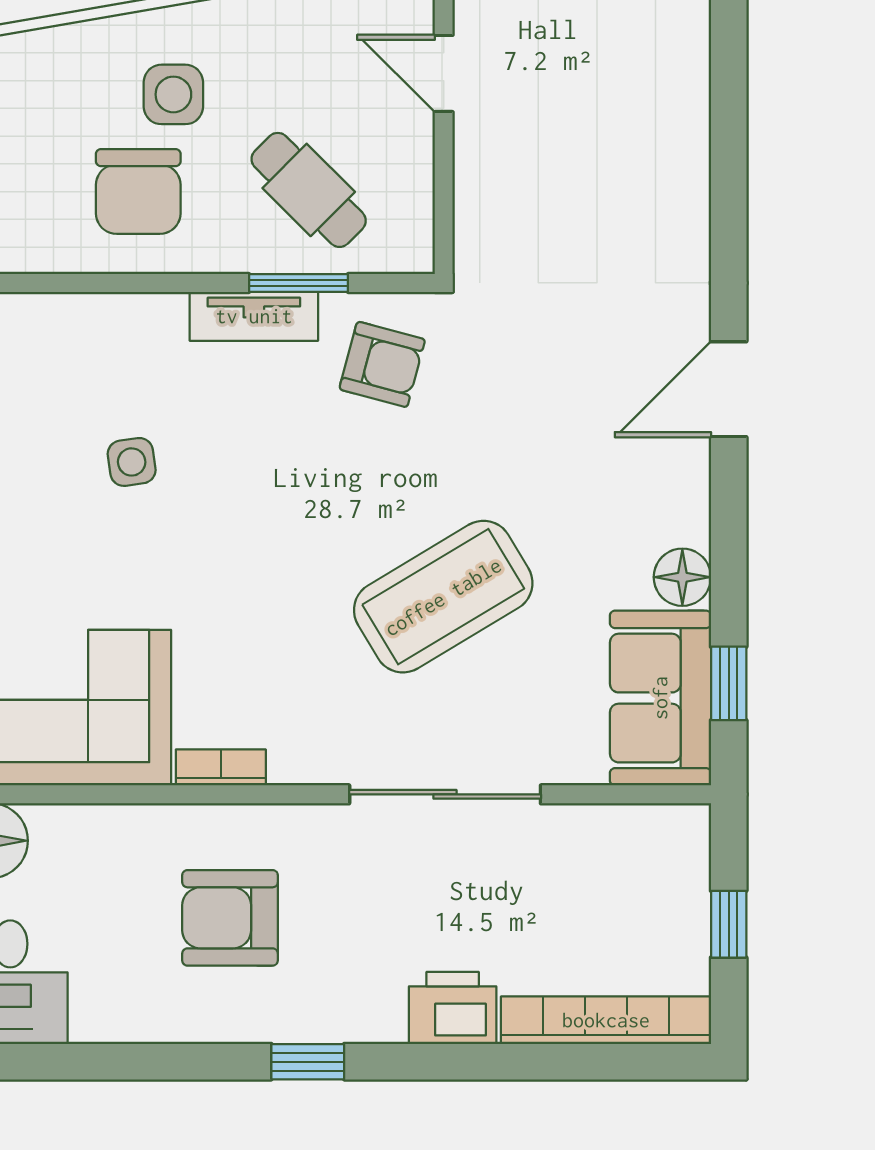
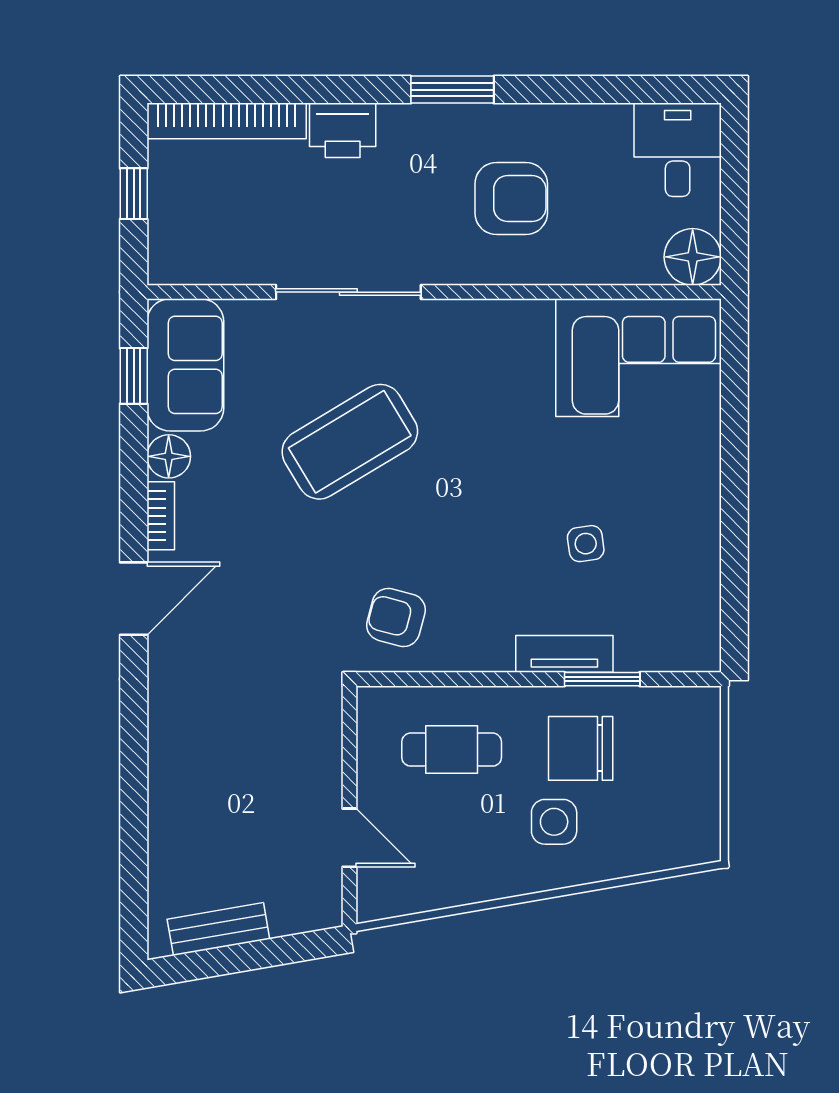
cafe table: (309, 190) -> (452, 750), turned -45
chair: (138, 191) -> (581, 748), turned -90
window: (299, 283) -> (602, 679), moved
tv unit: (254, 316) -> (564, 654), moved
bookcase: (221, 767) -> (161, 516), moved, turned -90
window: (308, 1062) -> (452, 90), width x1.50

